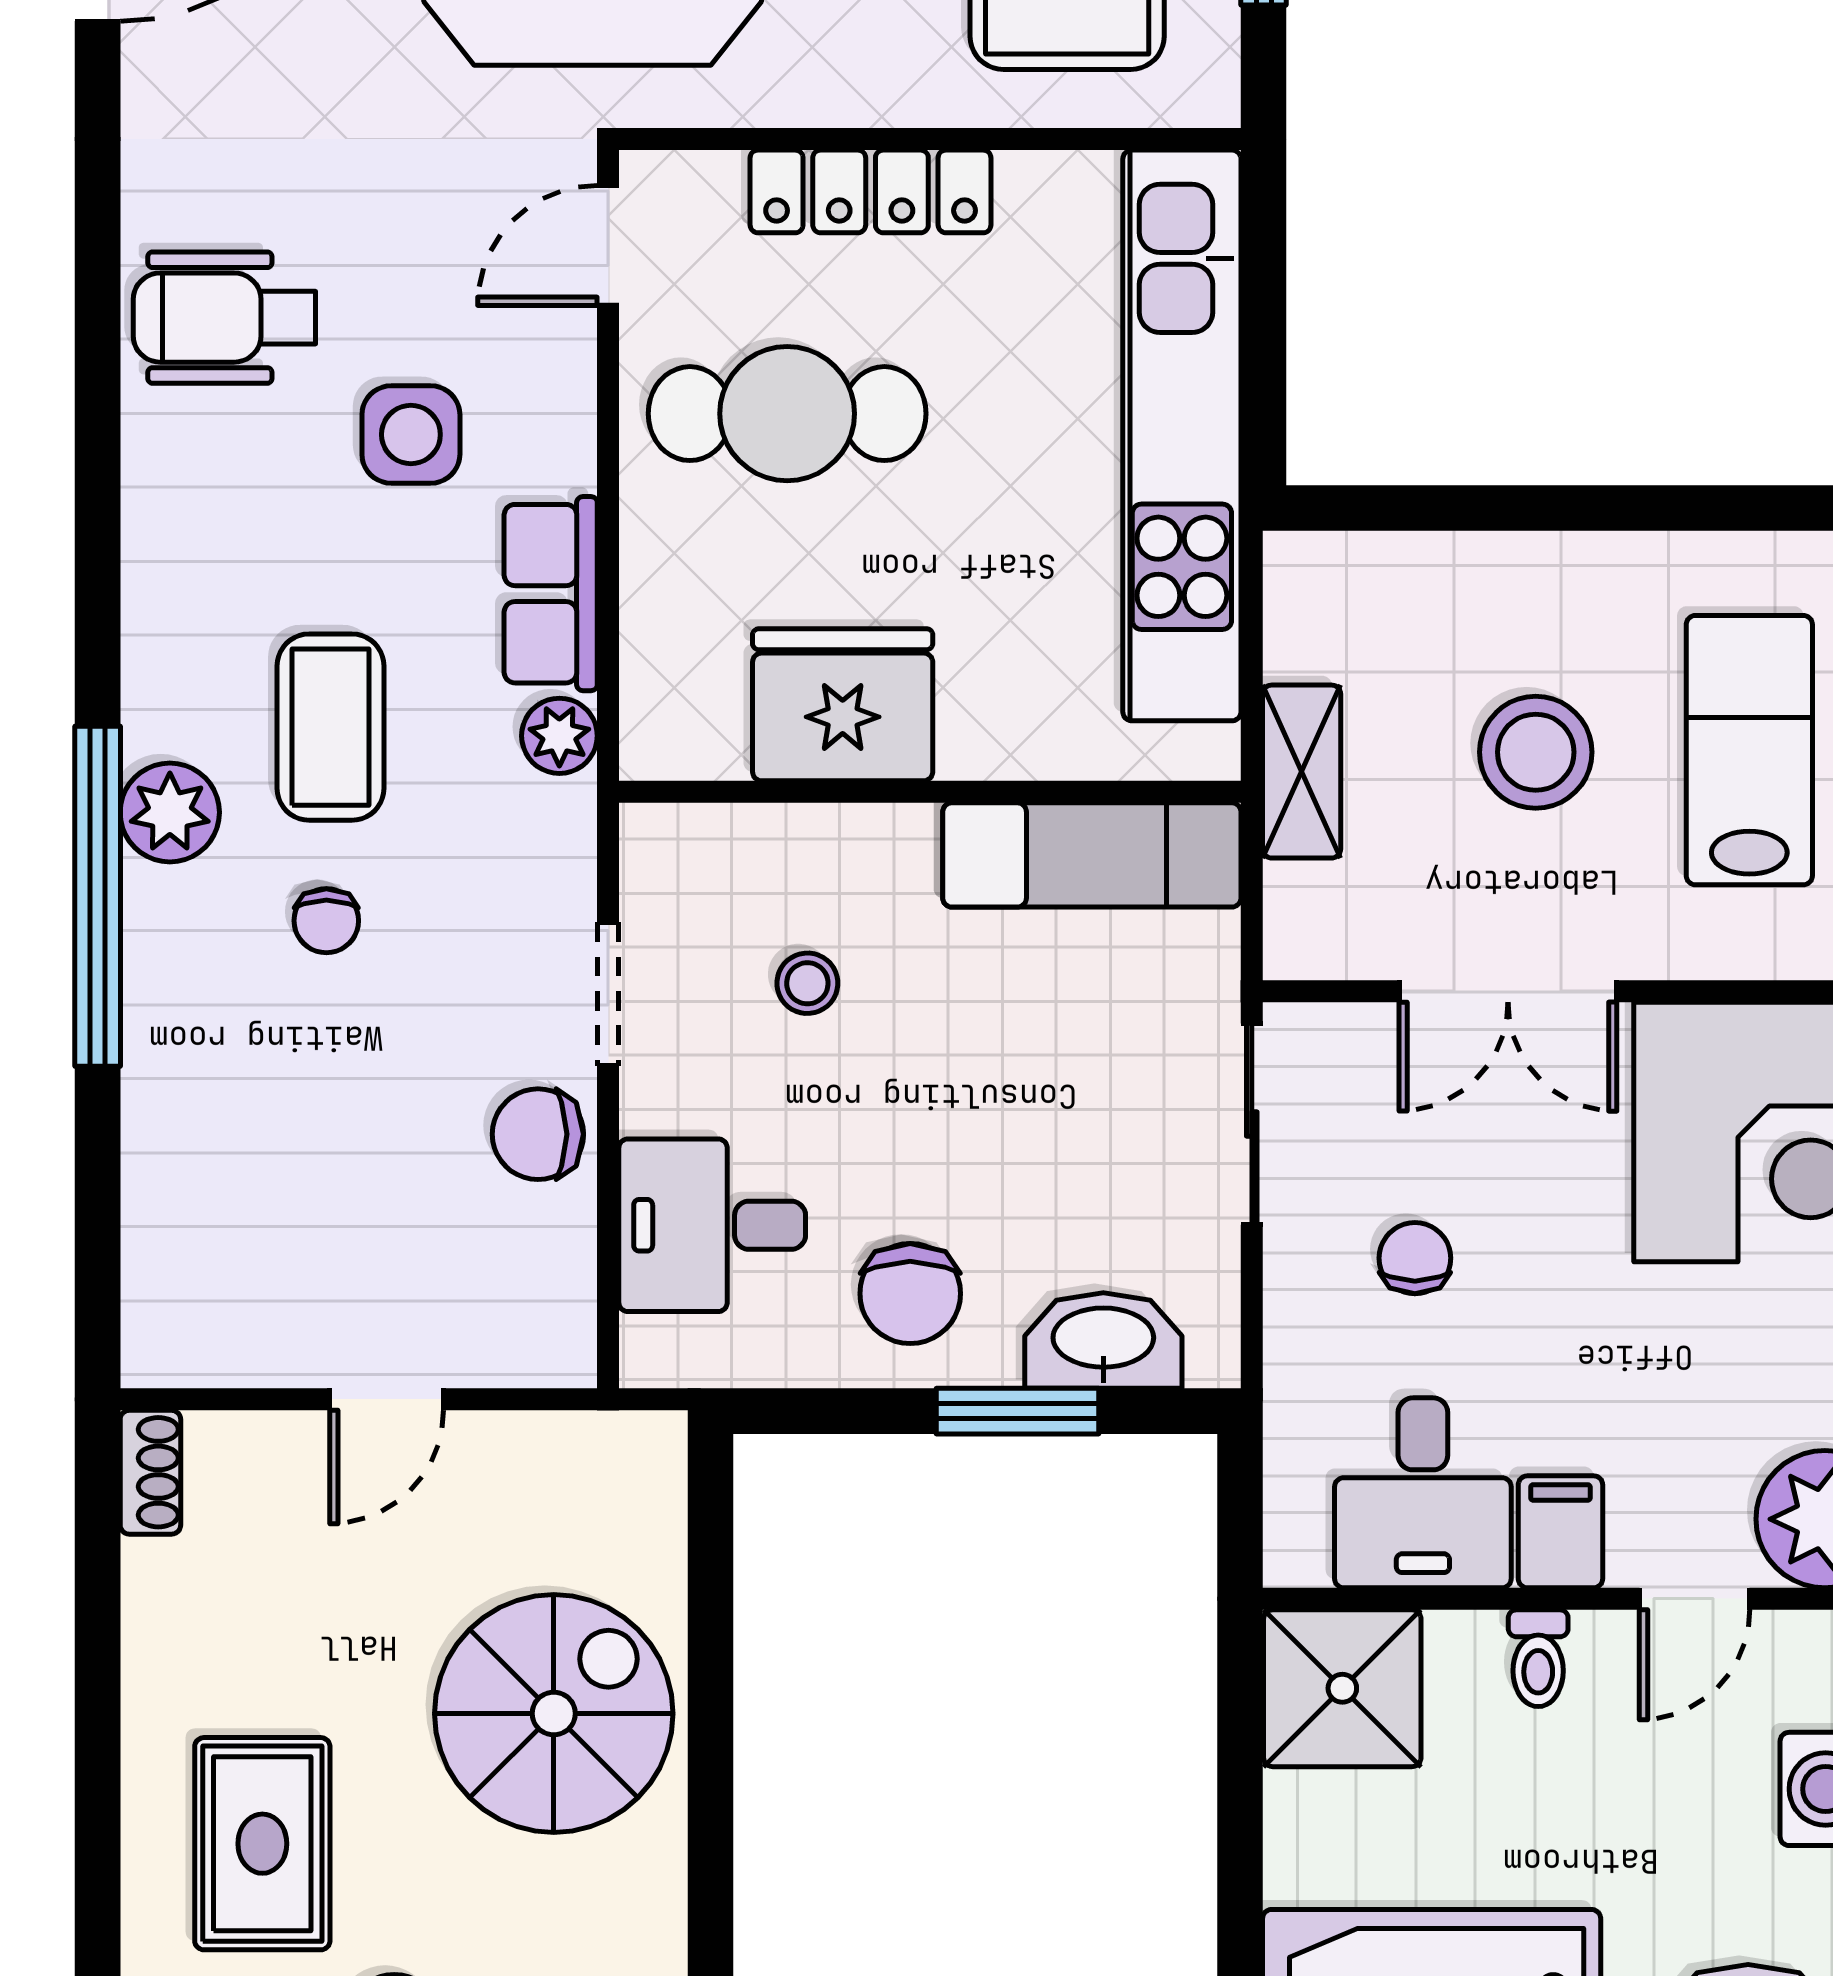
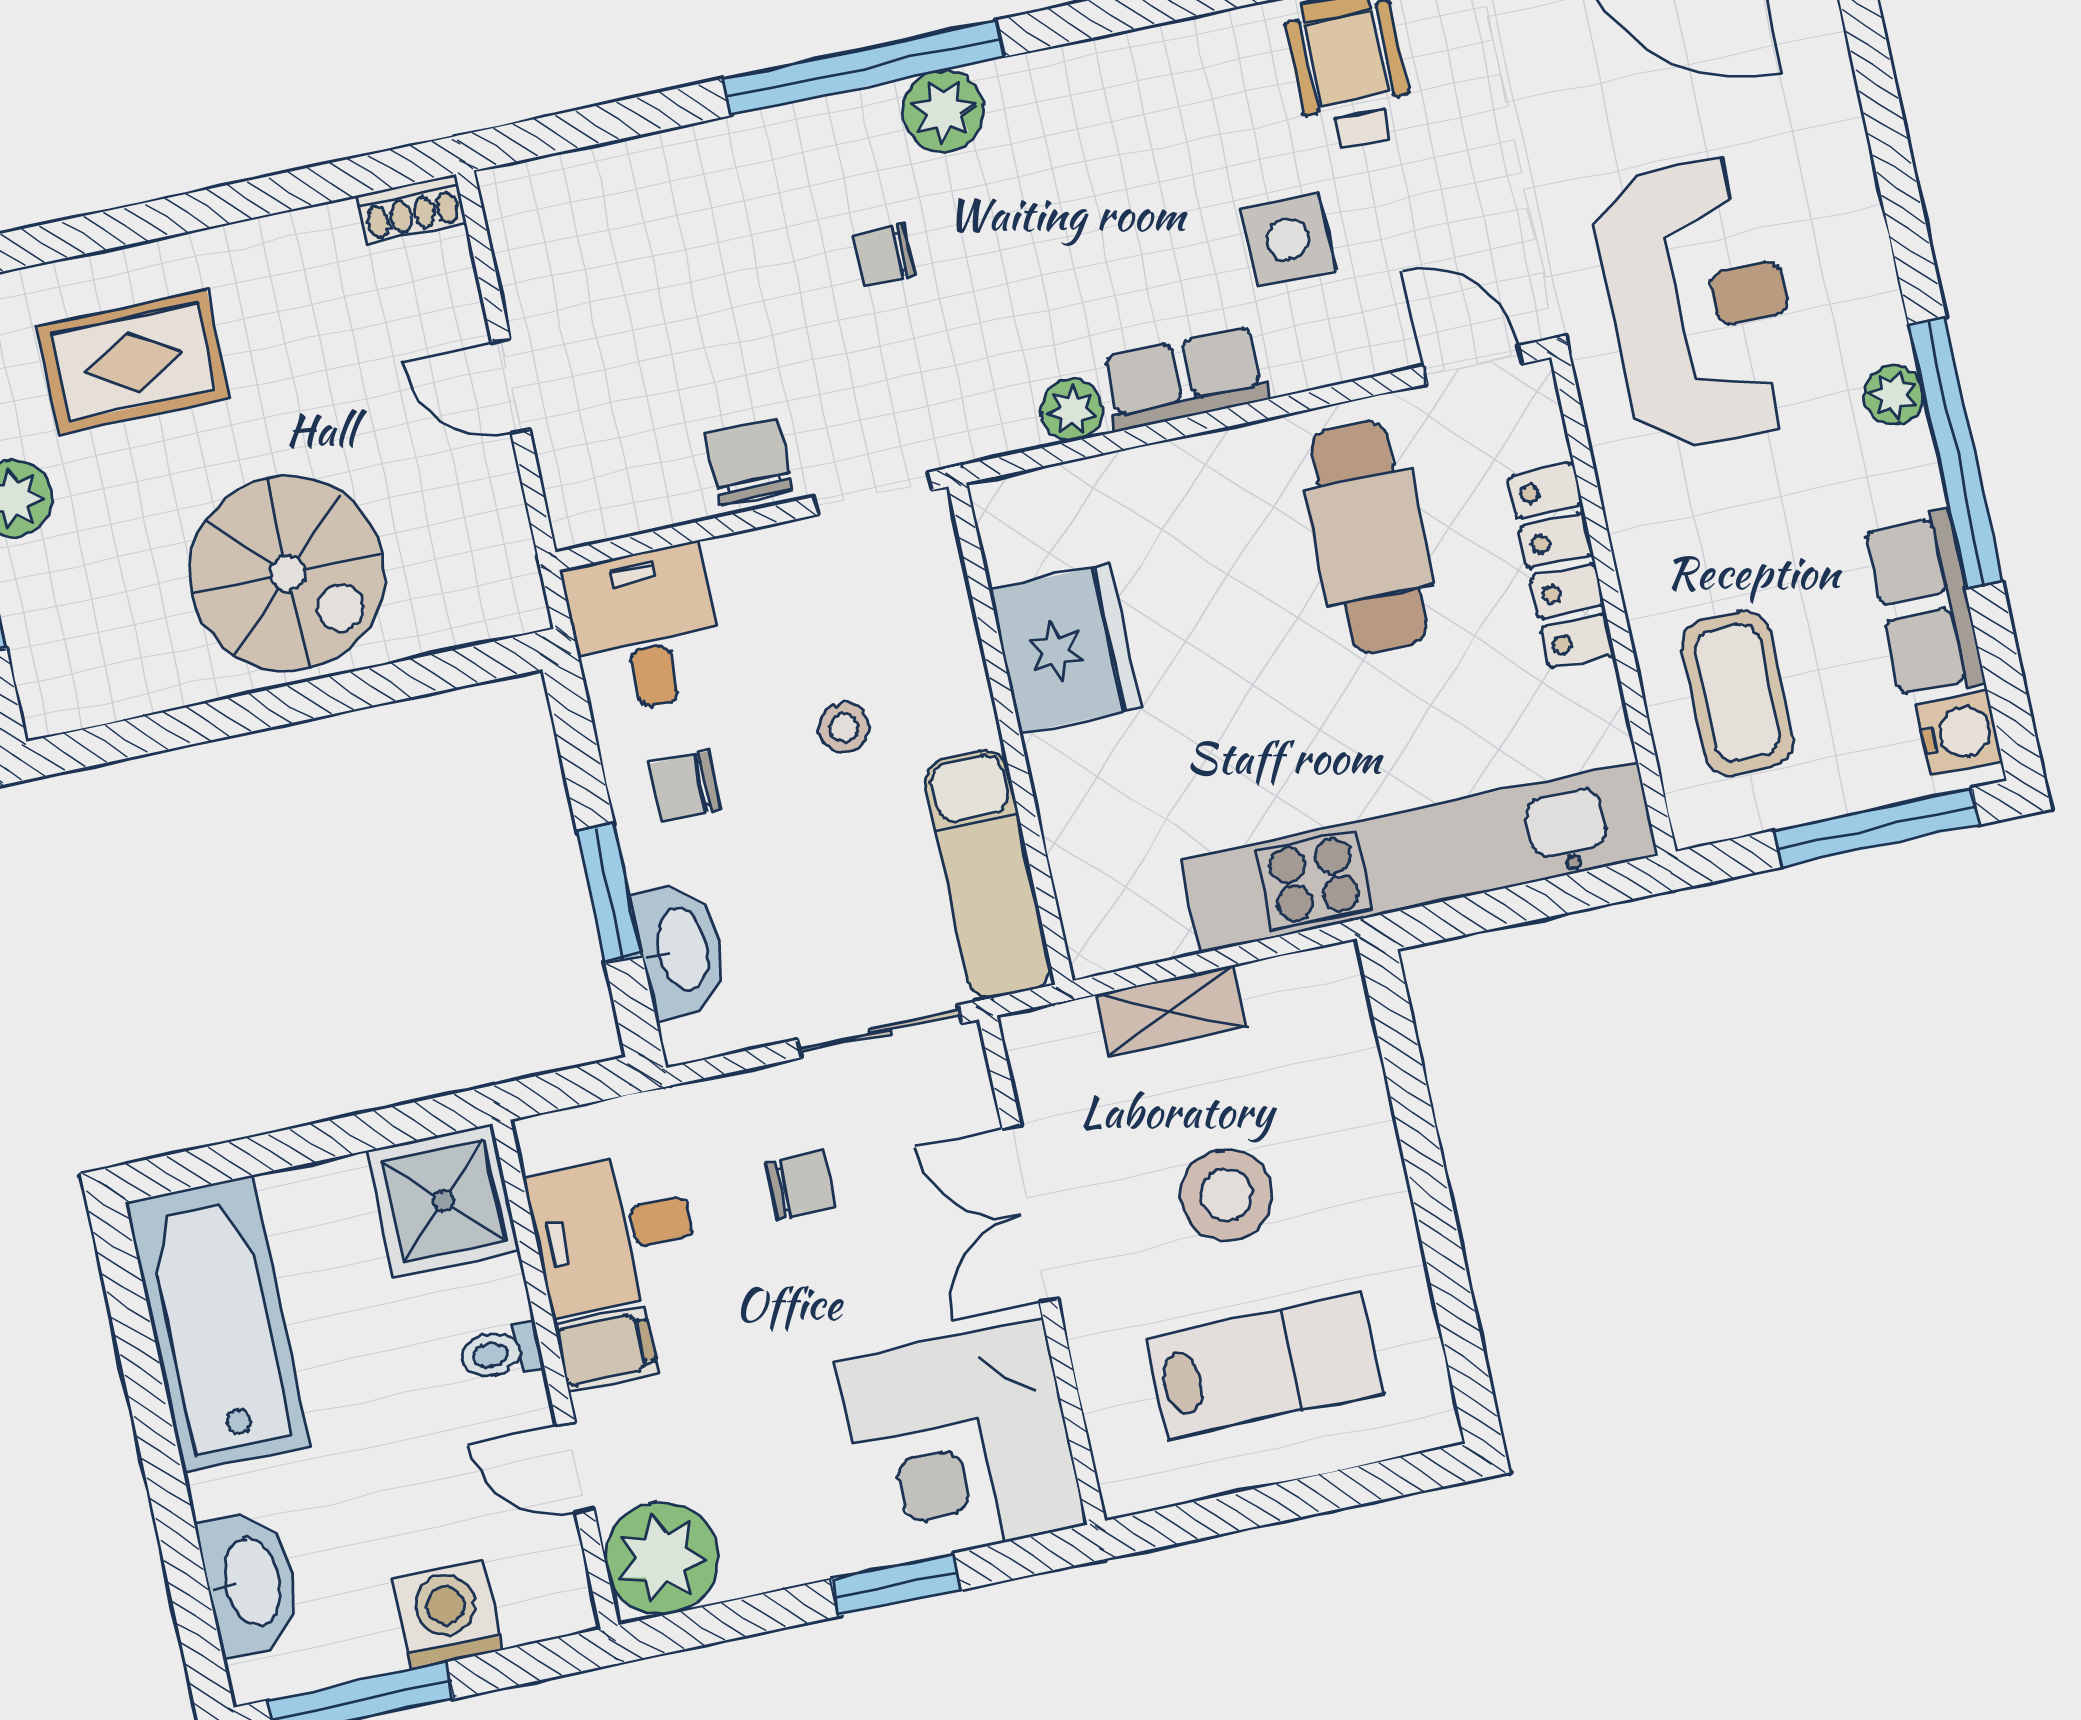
fridge: (843, 705) -> (1065, 649), moved
coffee table: (331, 727) -> (1039, 225), removed
wall: (930, 792) -> (1011, 734), moved
exam couch: (1092, 855) -> (988, 874), moved
stool: (807, 983) -> (844, 728), moved
desk: (712, 1225) -> (645, 630), moved
chair: (910, 1294) -> (685, 787), width x0.73, depth x0.73

